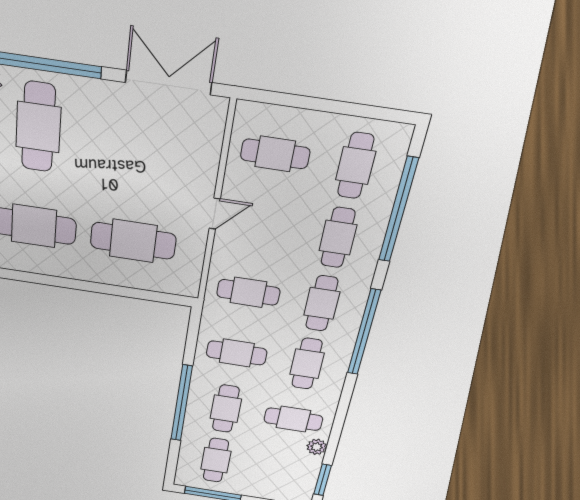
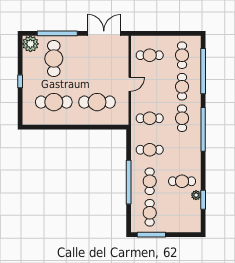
cafe table: (307, 364) -> (182, 150), removed
window: (323, 480) -> (203, 200), moved

